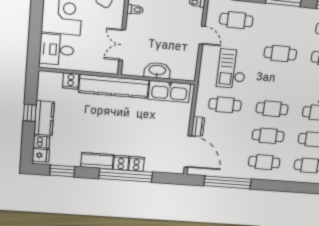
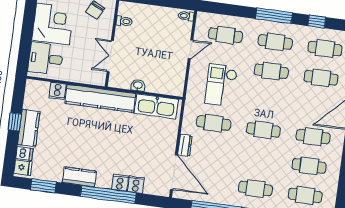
door: (202, 35) -> (191, 49), hinge flipped
washbasin: (157, 70) -> (138, 85), width x0.52, depth x0.69
cafe table: (268, 136) -> (275, 42), moved
cooker: (121, 163) -> (136, 185), moved

